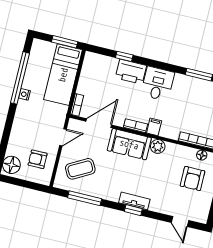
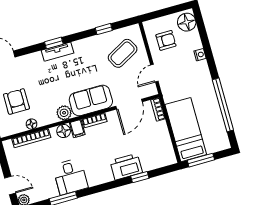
desk: (158, 84) -> (70, 177), moved
nightstand: (24, 94) -> (200, 55), moved
floor lamp: (167, 131) -> (64, 131), added
floor lamp: (202, 155) -> (32, 124), moved
window: (85, 198) -> (104, 29), width x0.46

